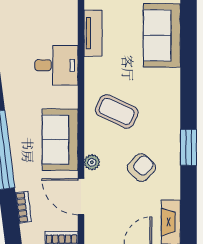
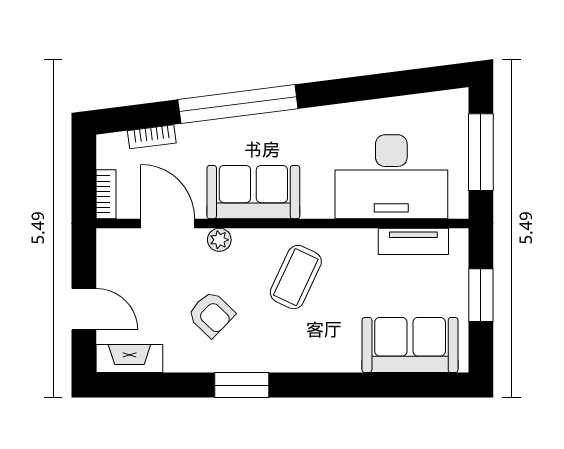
desk: (56, 65) -> (391, 177), width x1.87, depth x1.30
door: (81, 197) -> (168, 223), hinge flipped

